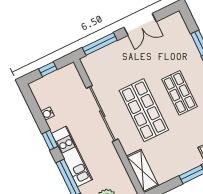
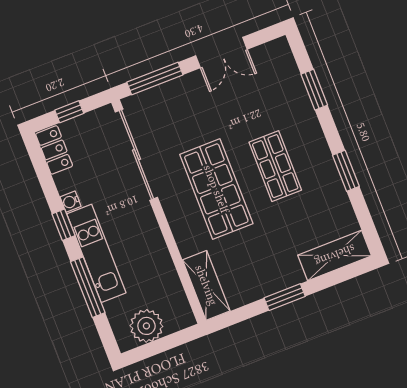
locker: (40, 94) -> (54, 150), added
water cooler: (48, 114) -> (71, 202), moved
sliding door: (102, 114) -> (136, 155), moved

